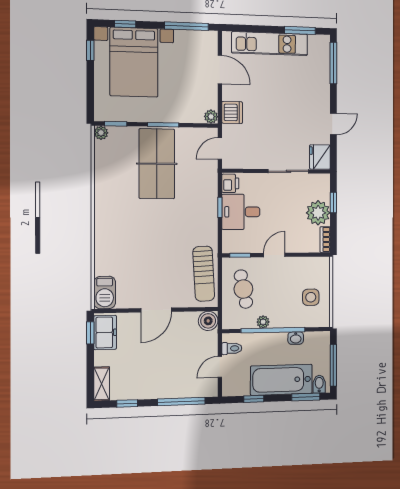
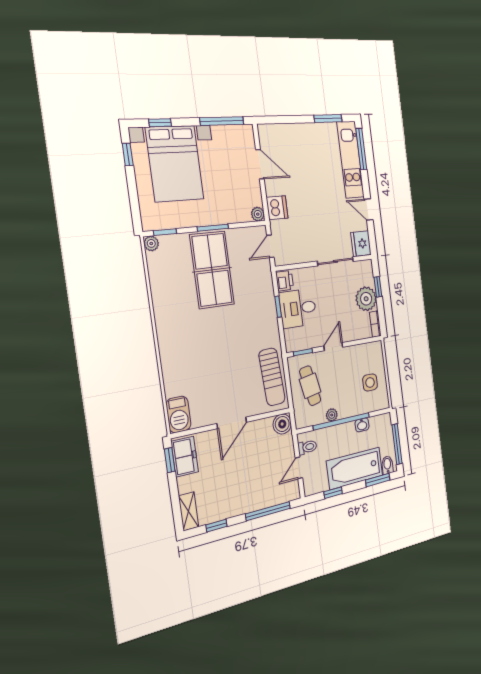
kitchen unit: (270, 44) -> (351, 160), moved, turned 90
door: (333, 124) -> (369, 210), swing flipped

